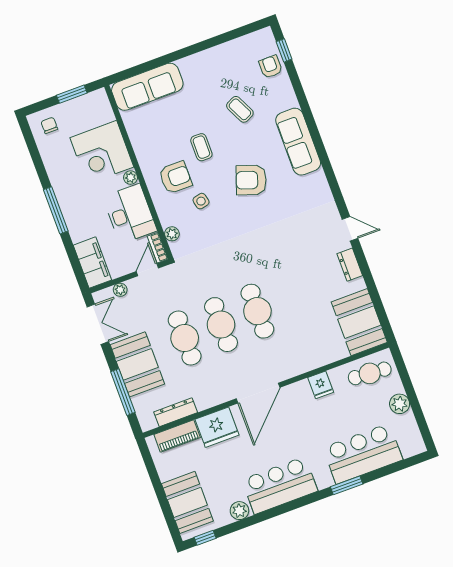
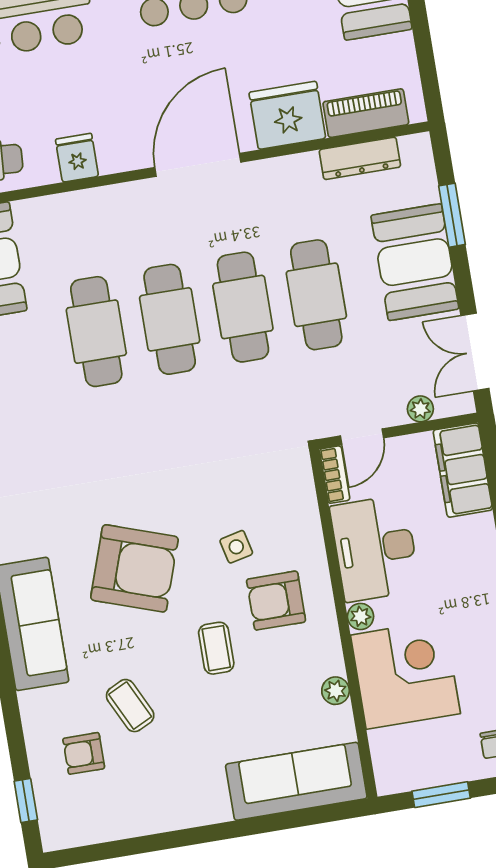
armchair: (271, 67) -> (84, 753), moved, turned 90
armchair: (251, 180) -> (134, 568), width x1.36, depth x1.36
plant: (172, 234) -> (336, 691), moved
cafe table: (294, 298) -> (96, 332), added
window: (123, 392) -> (452, 215), width x0.69

